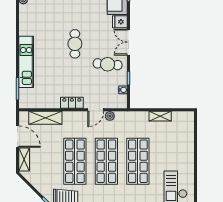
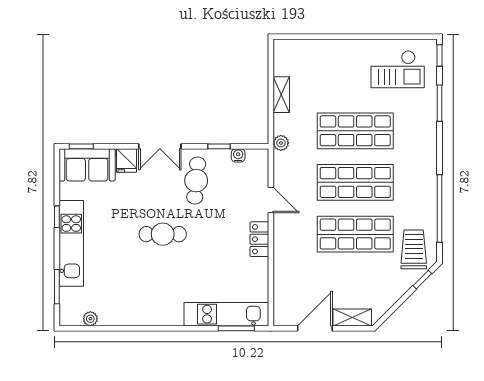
kitchen unit: (26, 62) -> (226, 314), moved
plant: (110, 116) -> (281, 143), moved
shelving: (45, 118) -> (284, 283), removed

